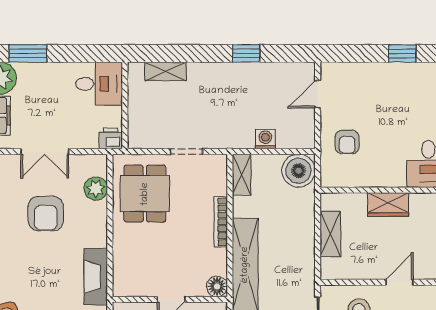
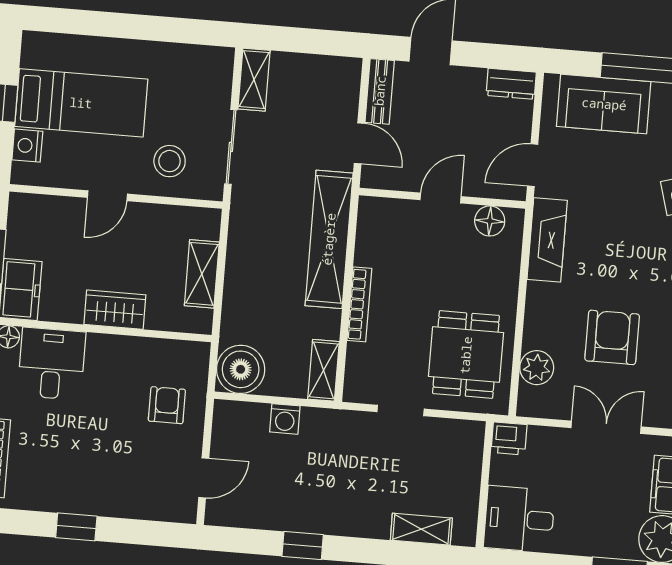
floor lamp: (217, 286) -> (490, 221), moved

